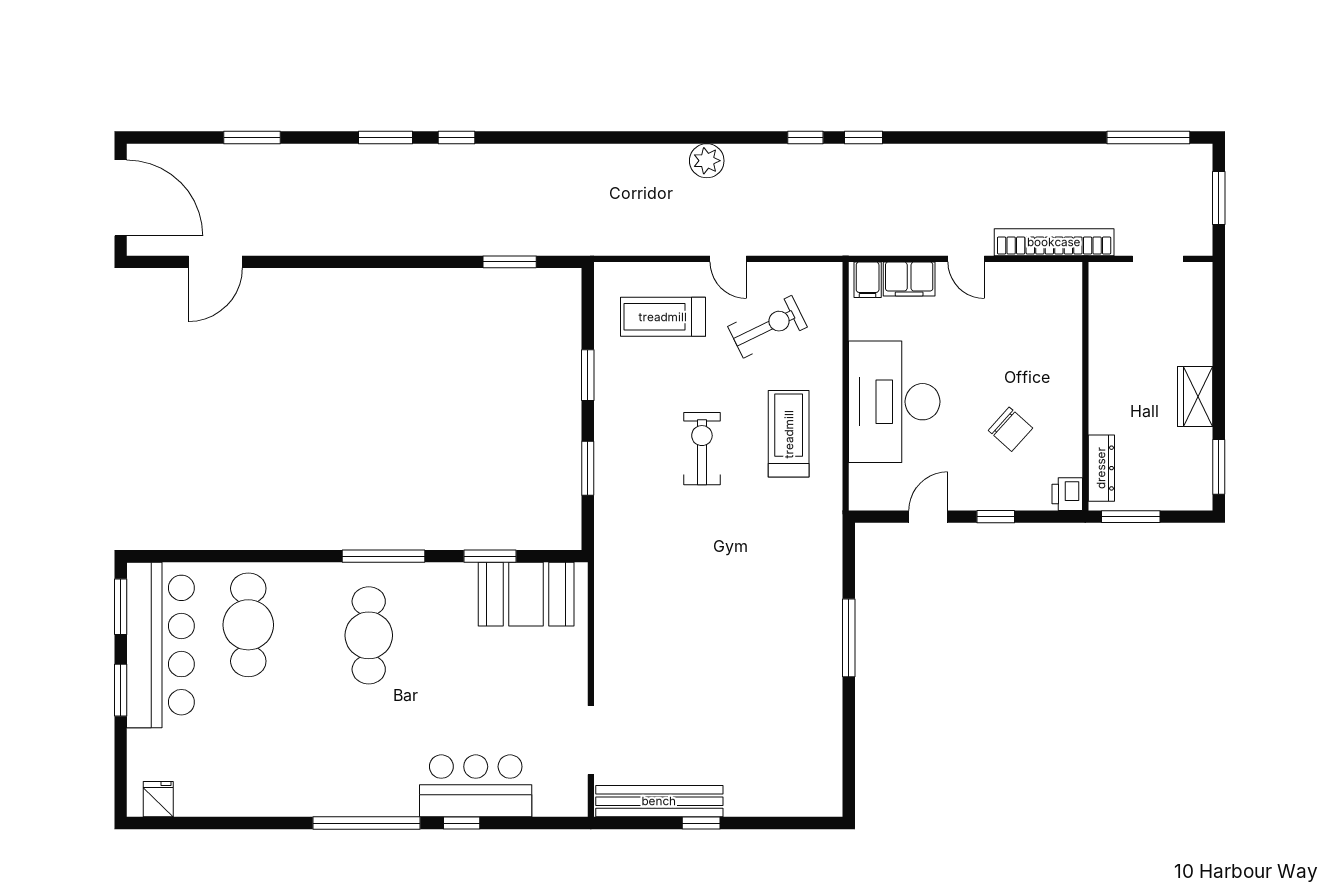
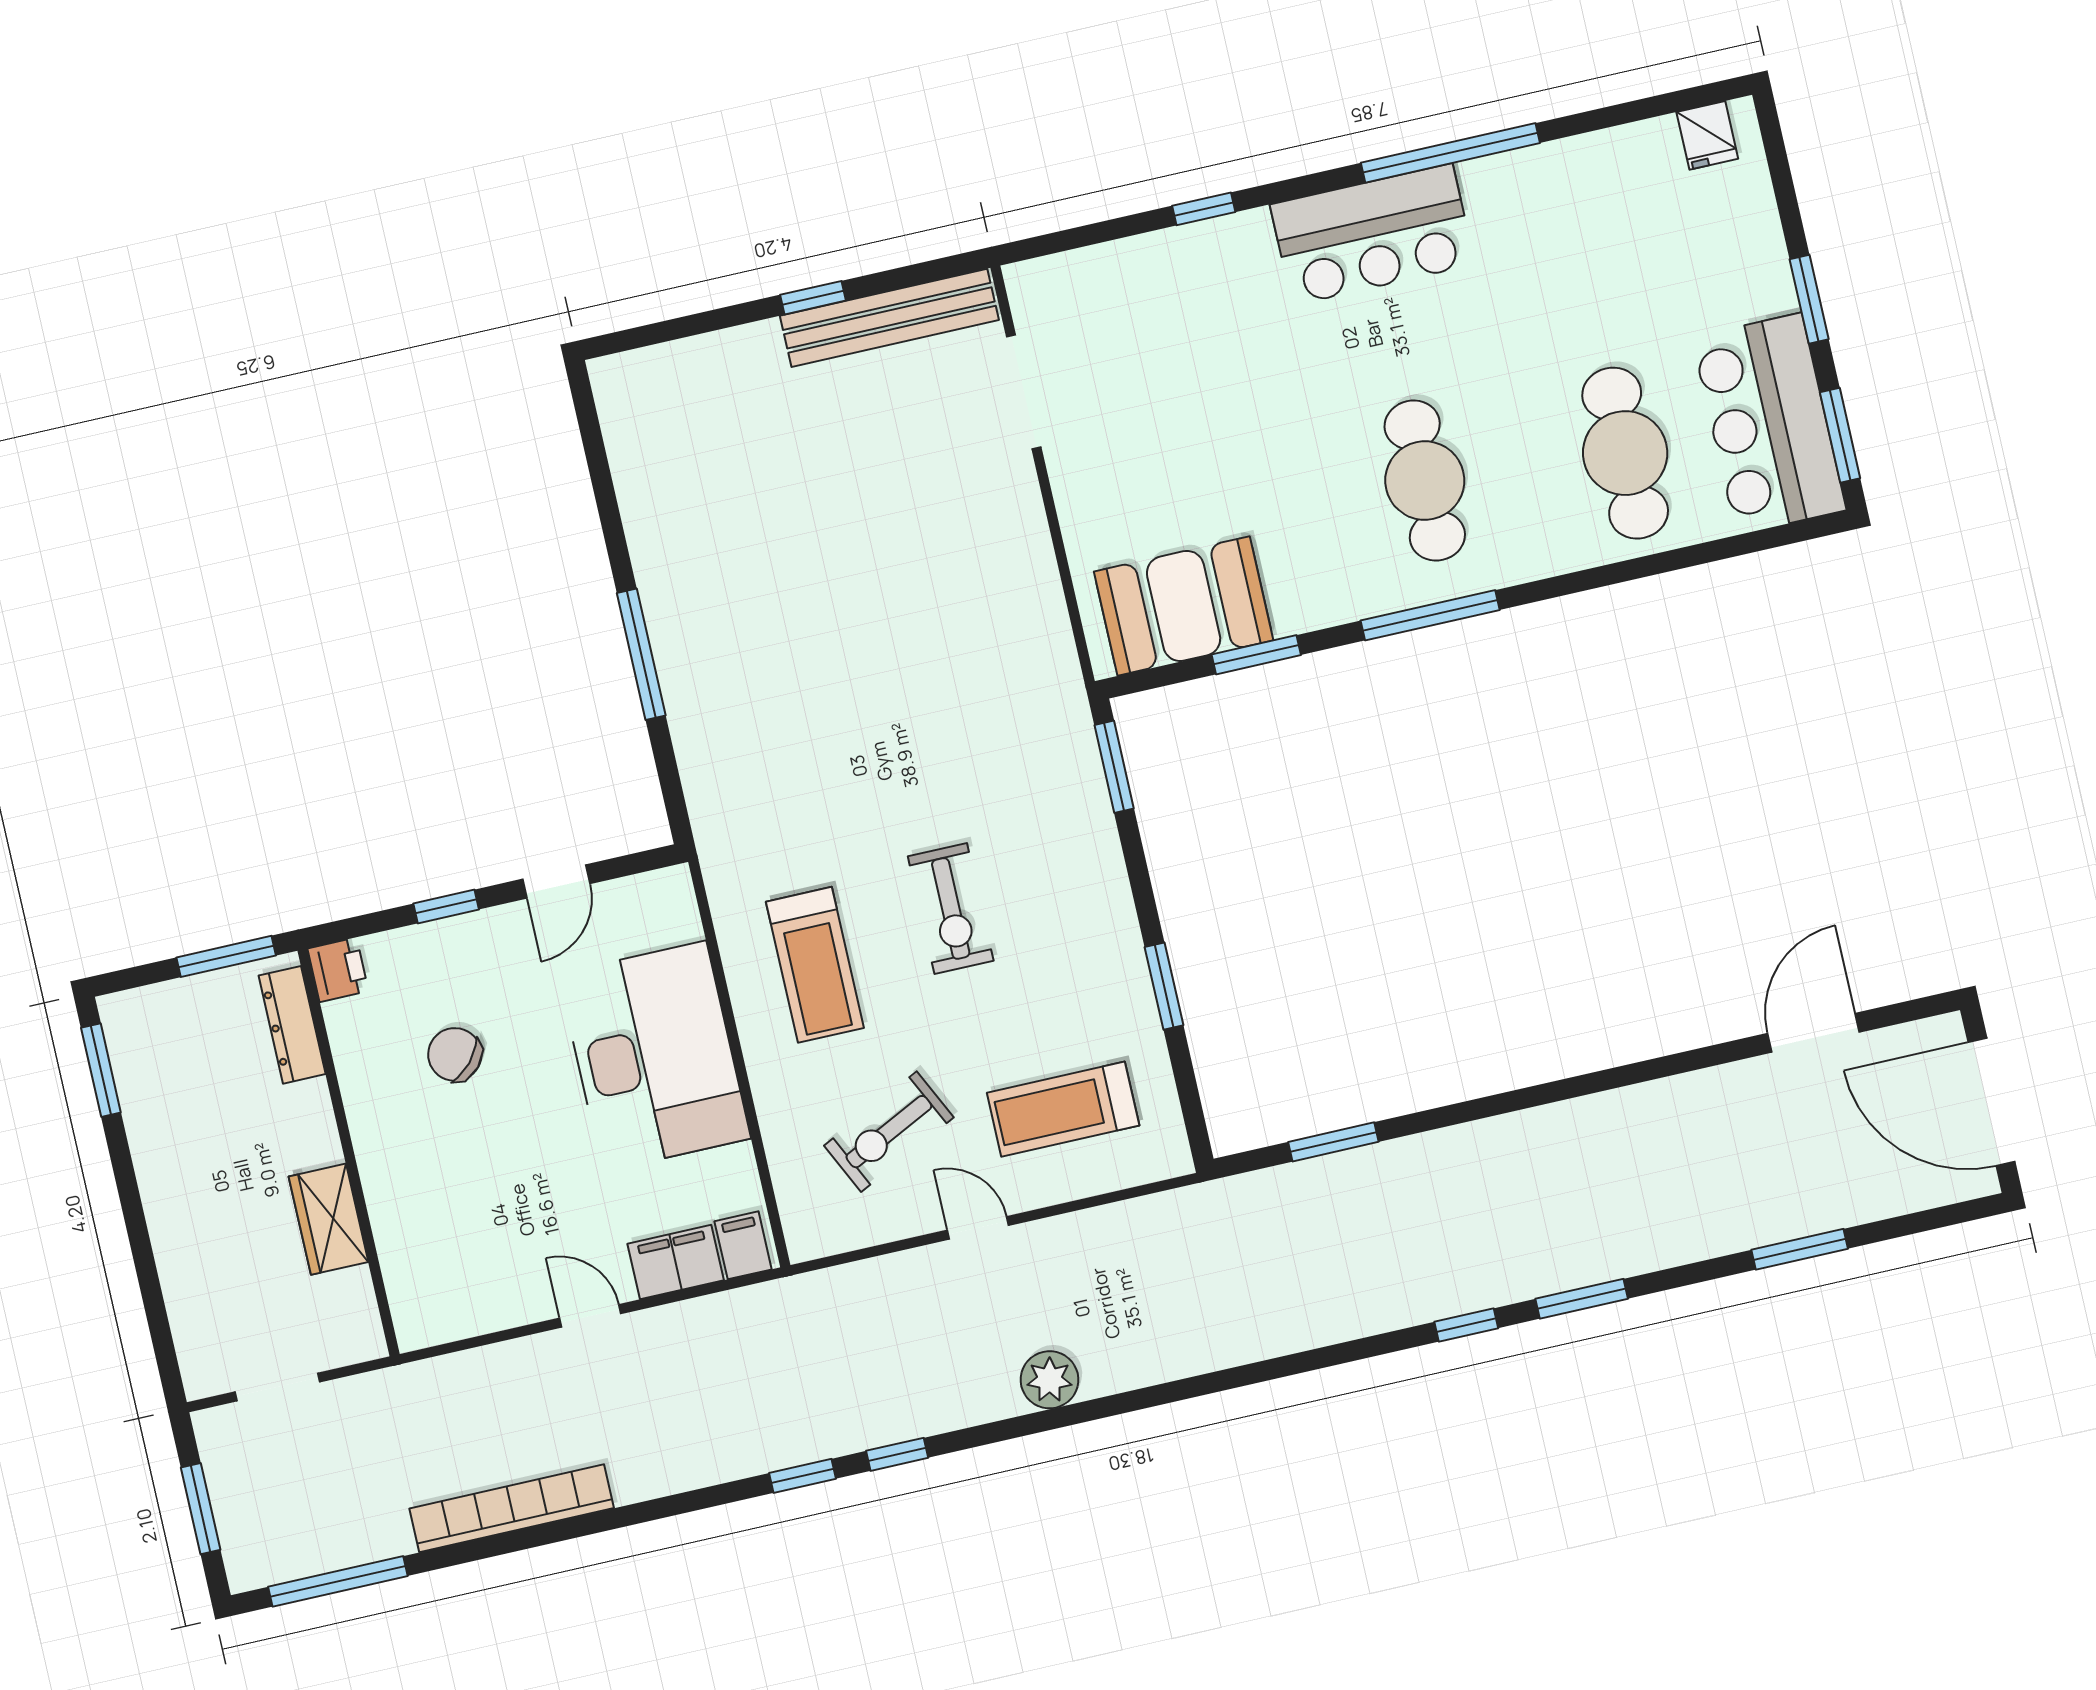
bookcase: (1054, 242) -> (512, 1508), moved, turned 180
treadmill: (663, 317) -> (1063, 1109), turned 180
wardrobe: (1195, 397) -> (329, 1219), moved, turned 180
window: (588, 468) -> (1114, 767), moved
bar counter: (160, 645) -> (1769, 424), width x0.73
bar counter: (476, 786) -> (1373, 234), moved
window: (367, 823) -> (1450, 153), moved

